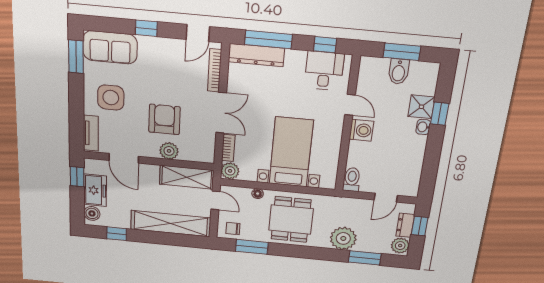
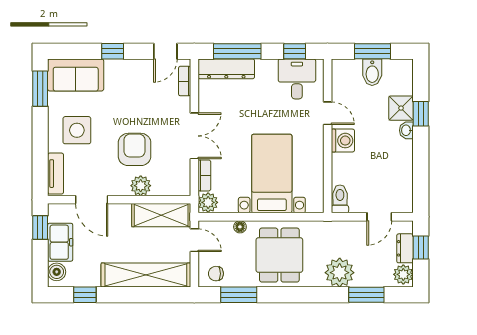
bookcase: (214, 70) -> (185, 81), width x0.64

